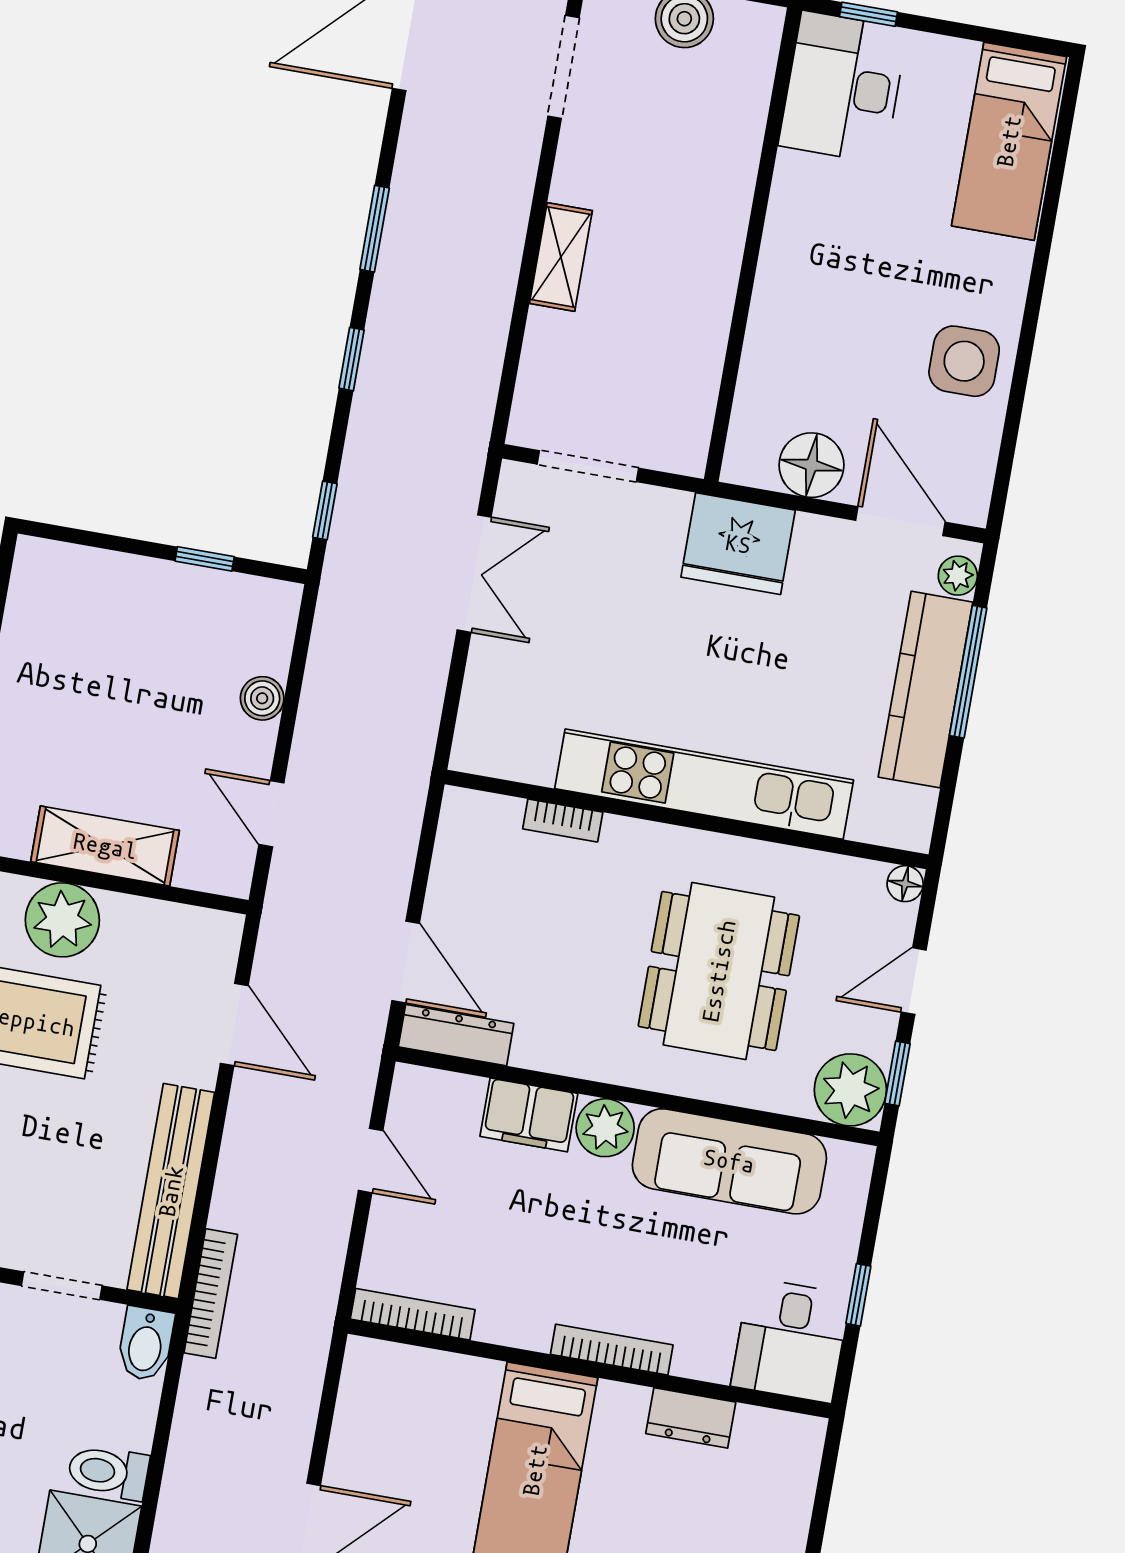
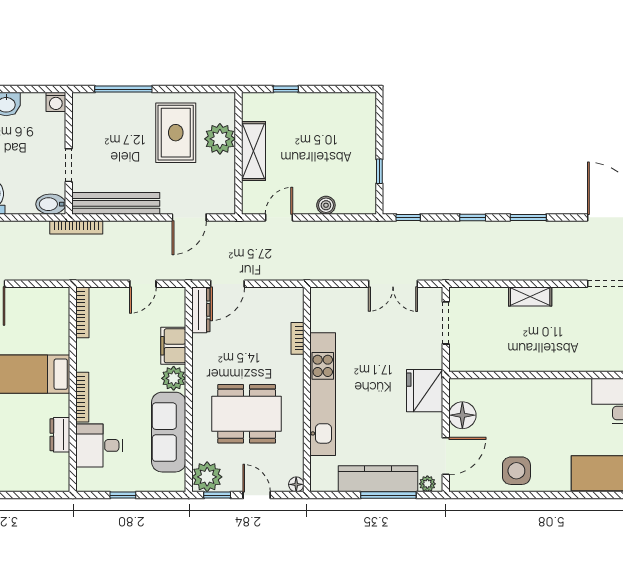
desk: (791, 1340) -> (99, 445), moved

